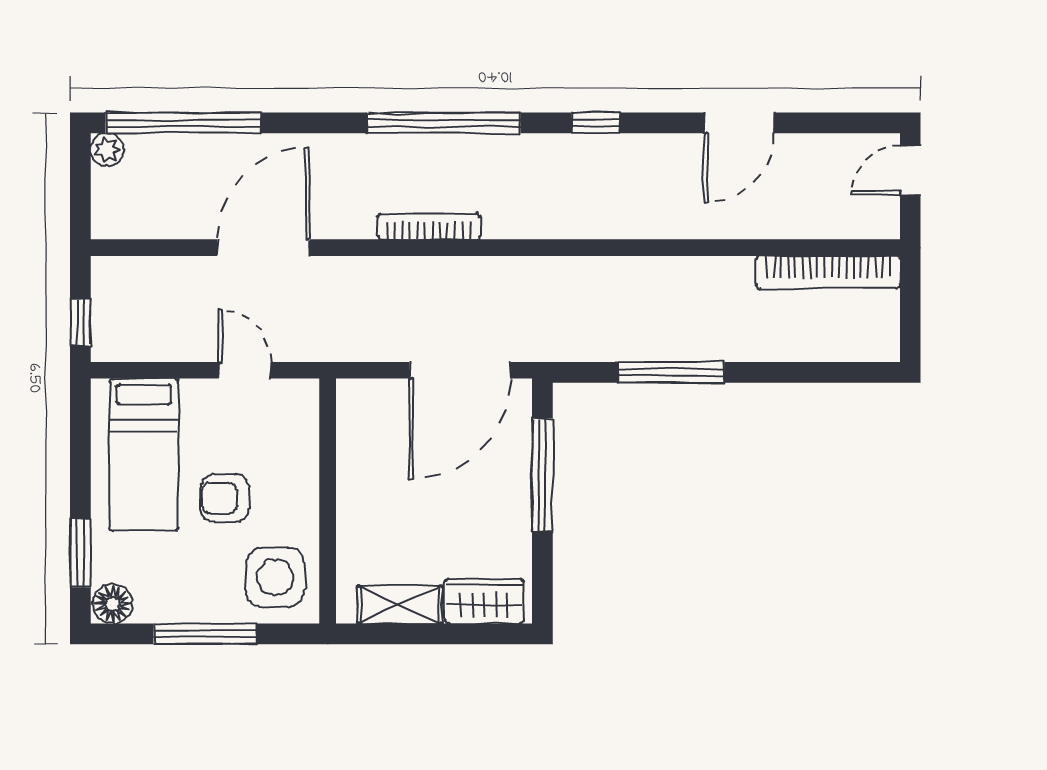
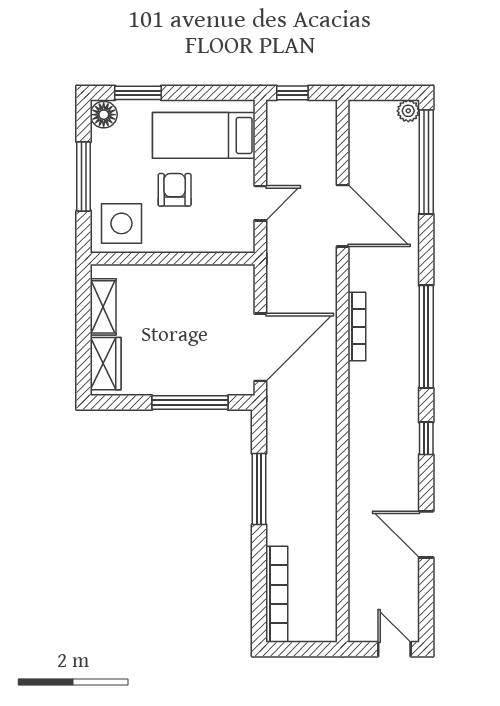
bookcase: (828, 272) -> (277, 594), moved, turned 180
door: (460, 370) -> (260, 347), swing flipped

